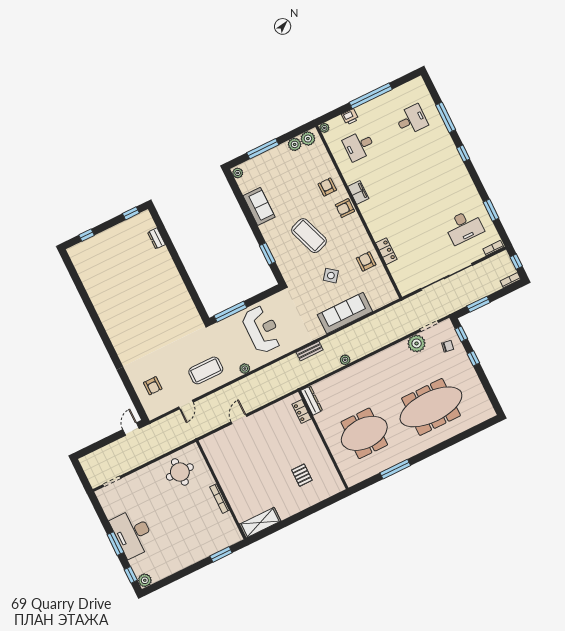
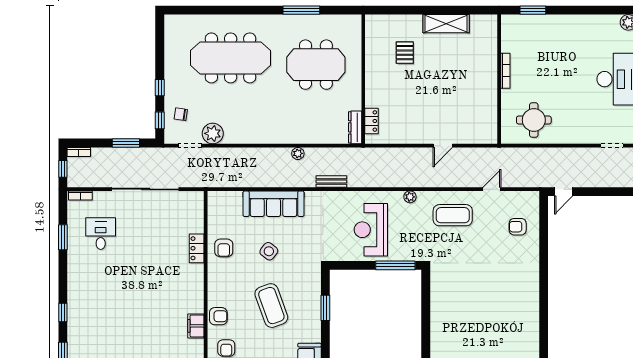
desk: (464, 227) -> (101, 234), width x0.73
armchair: (153, 386) -> (518, 227), turned -90
shelving: (260, 523) -> (446, 24), moved

